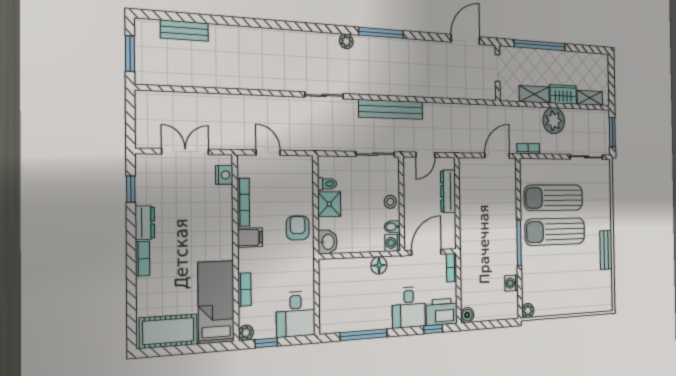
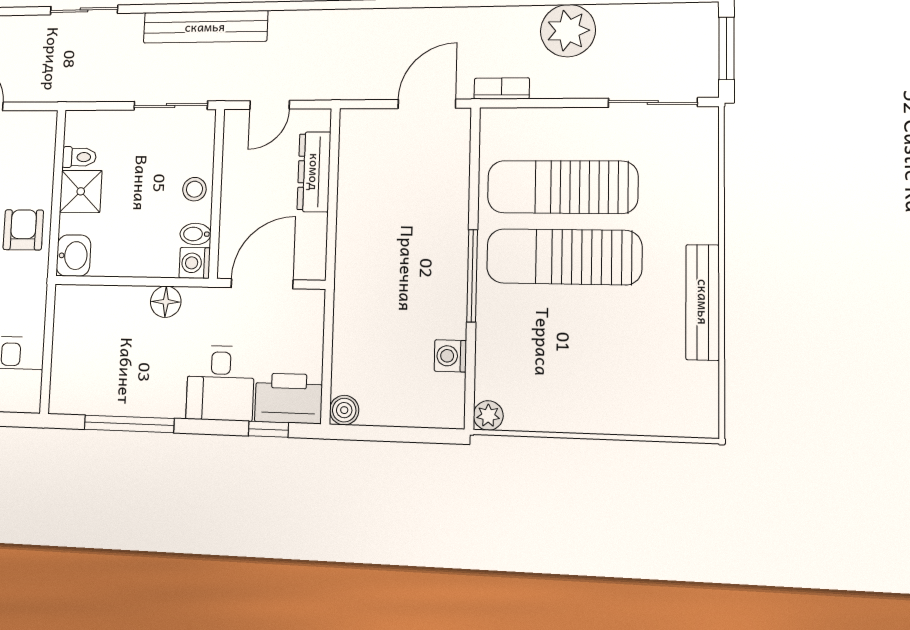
bench: (606, 250) -> (703, 302), width x1.36
bookcase: (452, 268) -> (314, 316), removed

